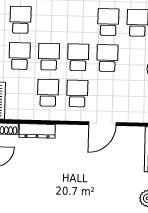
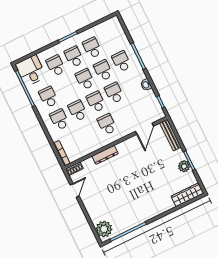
school desk: (48, 93) -> (85, 79), moved
door: (102, 124) -> (144, 129), moved
dresser: (37, 131) -> (105, 155), moved

